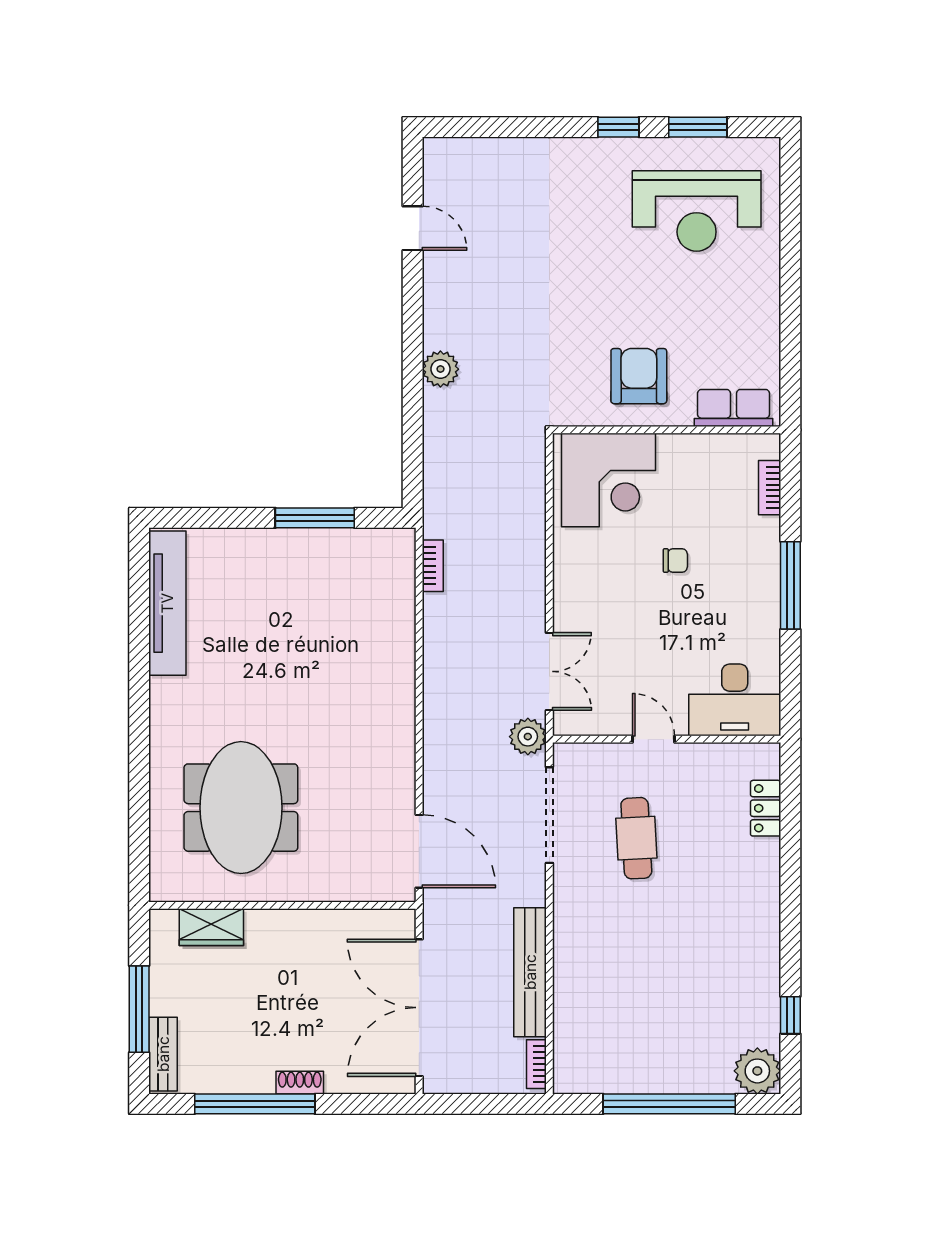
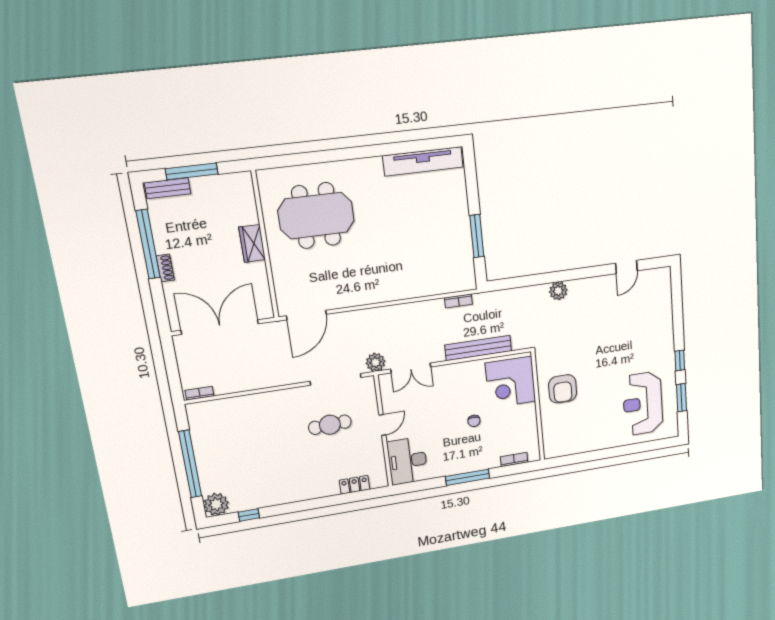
armchair: (639, 376) -> (563, 389), turned 90
row of seats: (733, 408) -> (551, 436), removed
wardrobe: (211, 927) -> (252, 243), moved
bench: (530, 972) -> (478, 348), moved

